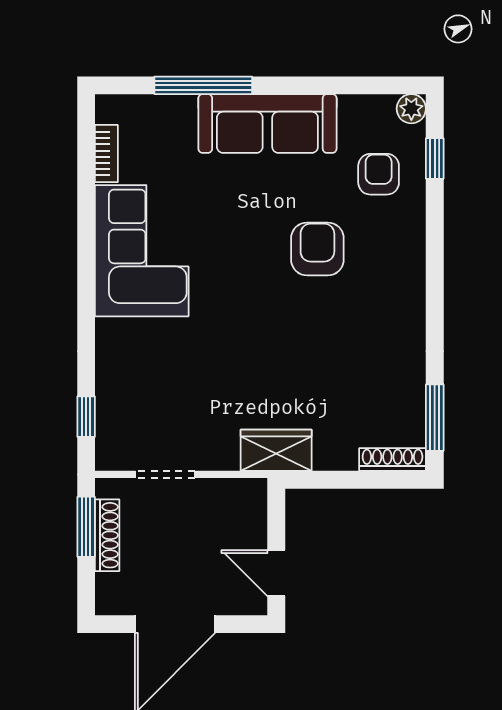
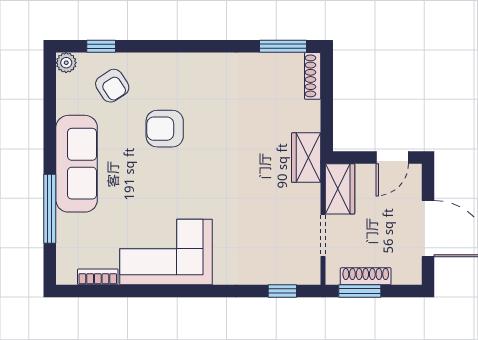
armchair: (379, 174) -> (112, 86), turned -123
wardrobe: (232, 499) -> (340, 189), added

